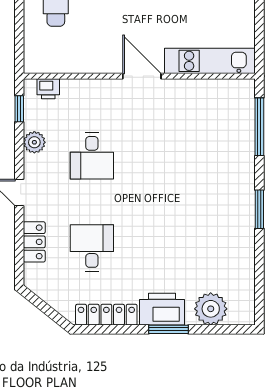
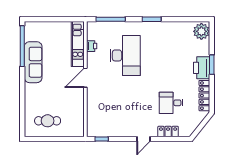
printer: (48, 89) -> (92, 46), moved
plant: (34, 142) -> (118, 132), removed
desk: (92, 156) -> (125, 55), moved, width x1.87, depth x1.30
plant: (211, 309) -> (201, 31), moved

